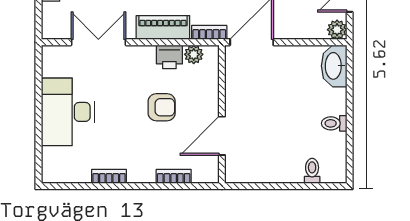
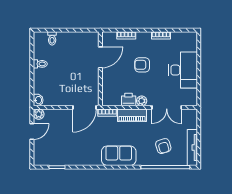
plant: (194, 54) -> (142, 101), moved
washbasin: (334, 66) -> (38, 100), width x0.52, depth x0.69
armchair: (162, 107) -> (142, 65), moved

